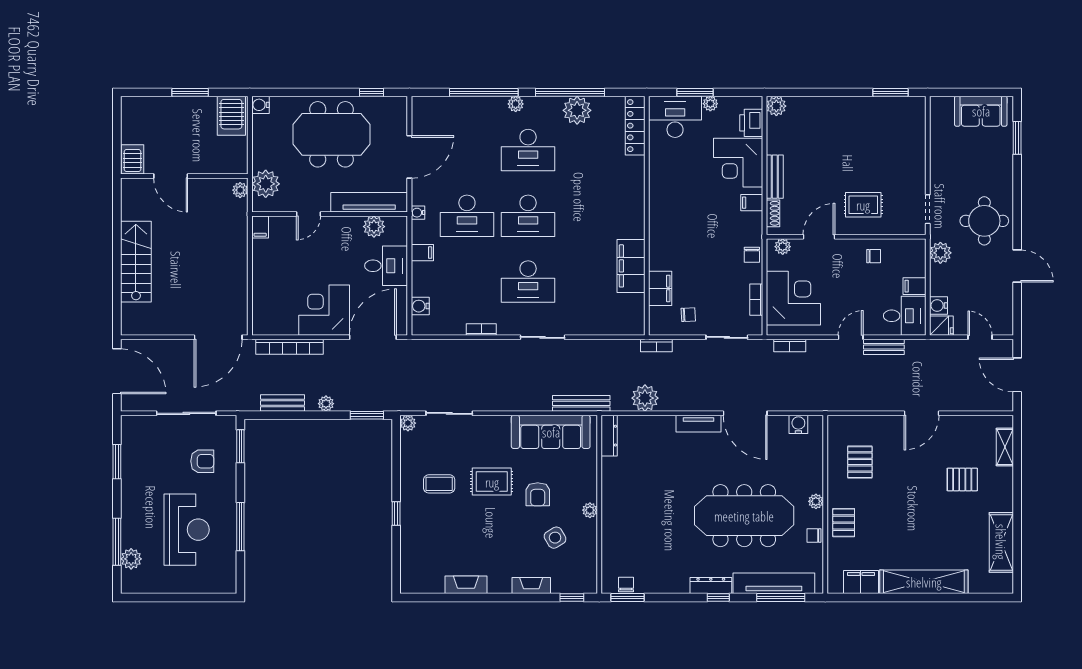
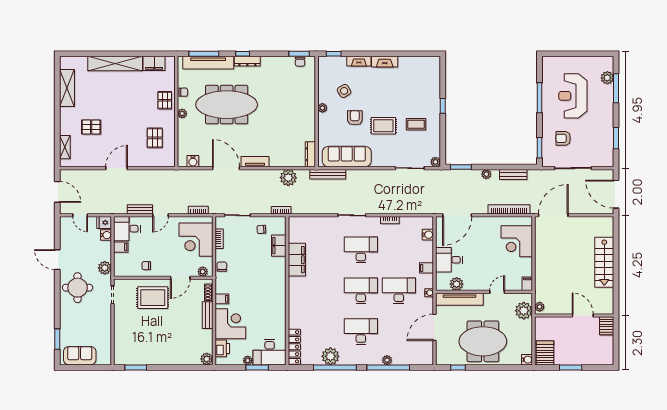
plant: (516, 104) -> (387, 360), moved
rug: (863, 205) -> (153, 298), width x1.36, depth x1.43
corner desk: (324, 310) -> (517, 241), moved, turned 90
fireplace: (466, 585) -> (385, 62), moved

